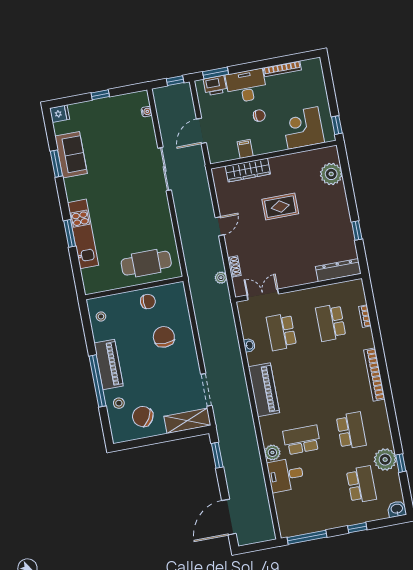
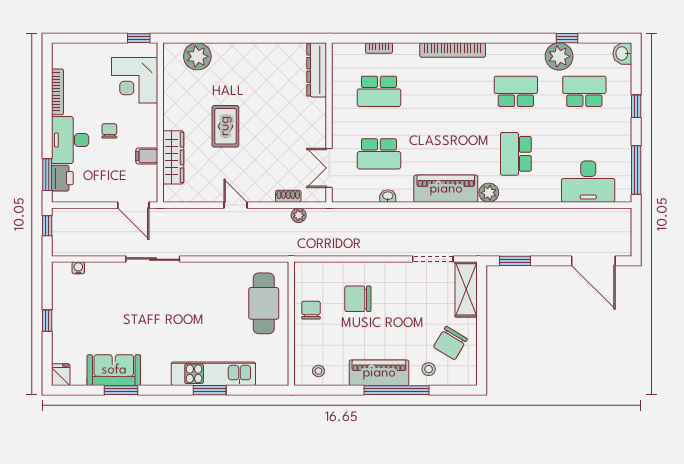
door: (201, 131) -> (133, 205), moved
window: (357, 231) -> (272, 38), removed
plant: (272, 452) -> (489, 193), moved
desk: (286, 475) -> (588, 182), moved, width x1.37

